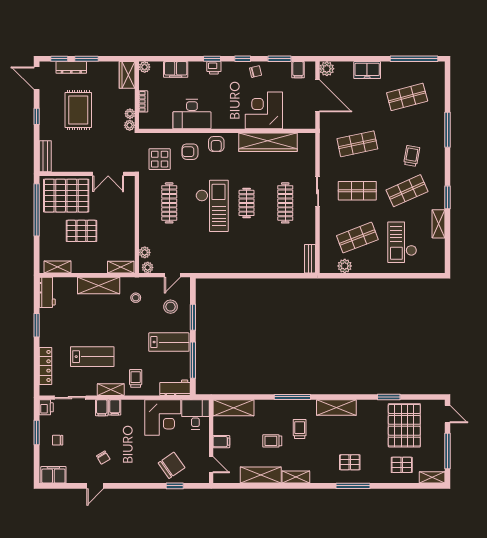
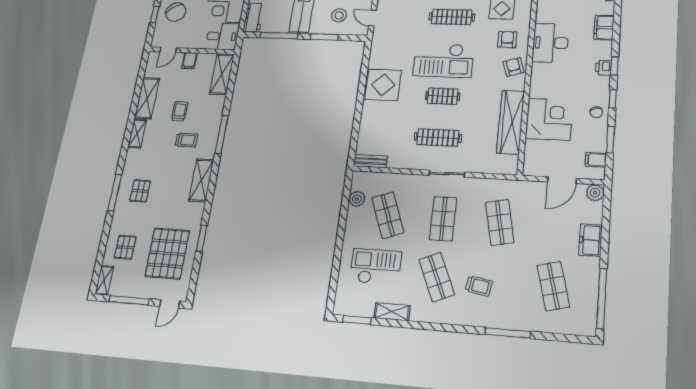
door: (318, 96) -> (562, 180), width x0.73
armchair: (216, 144) -> (514, 67), turned 72
window: (448, 197) -> (357, 320), moved
display table: (238, 257) -> (383, 85), added
pallet: (404, 425) -> (167, 253), turned 90

